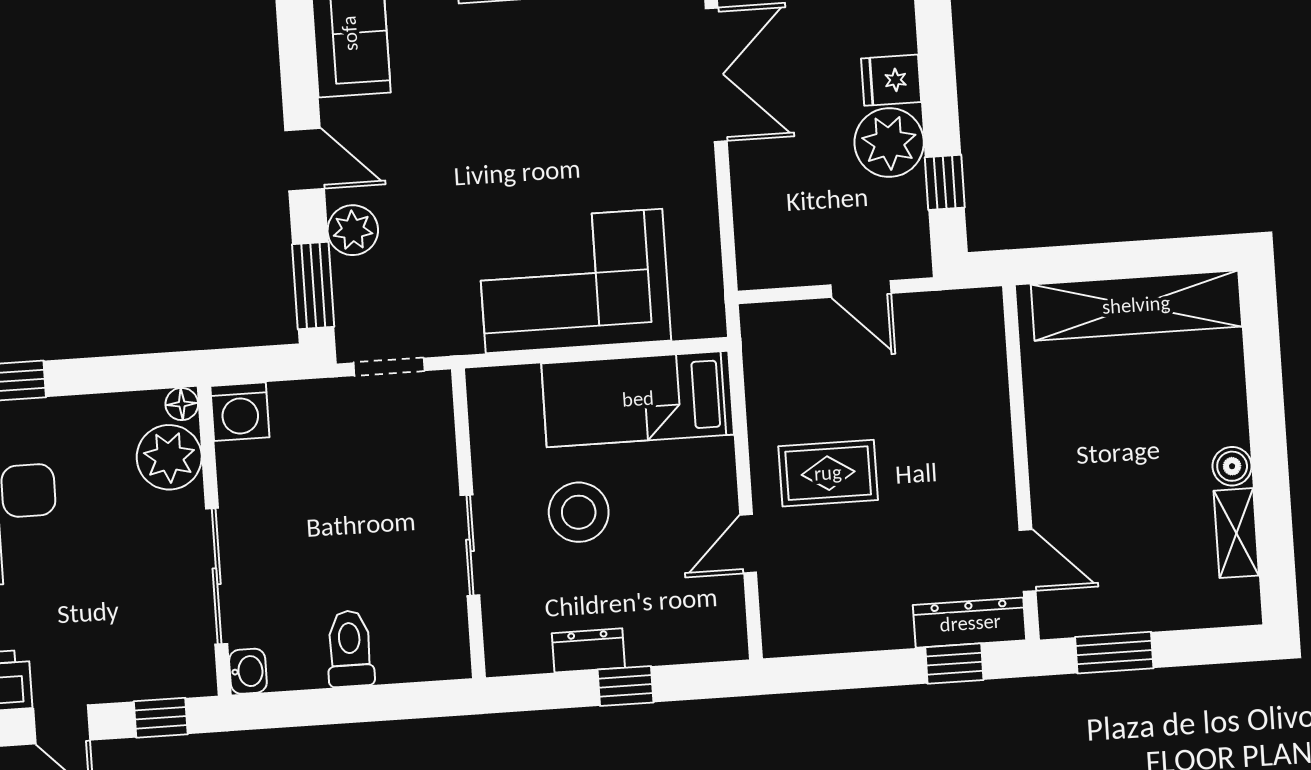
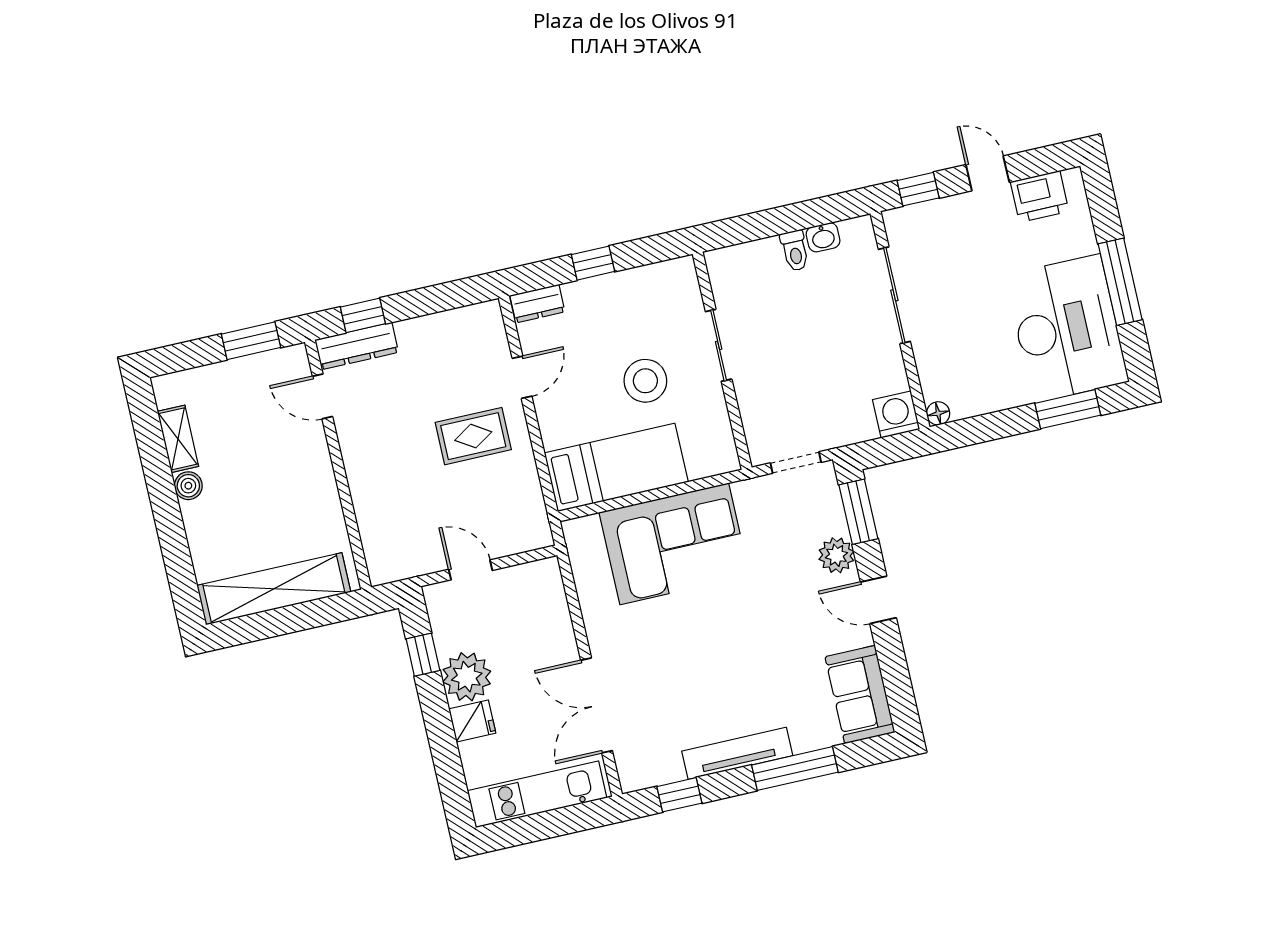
plant: (169, 457) -> (941, 374), removed
toilet: (350, 649) -> (795, 251), width x0.73, depth x0.72
dresser: (588, 650) -> (537, 304), moved
washbasin: (248, 671) -> (823, 237), moved, turned -90

